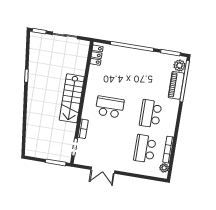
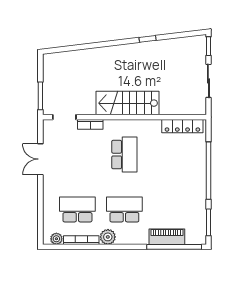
locker: (96, 55) -> (182, 126), width x1.53
plant: (179, 66) -> (108, 237), moved

